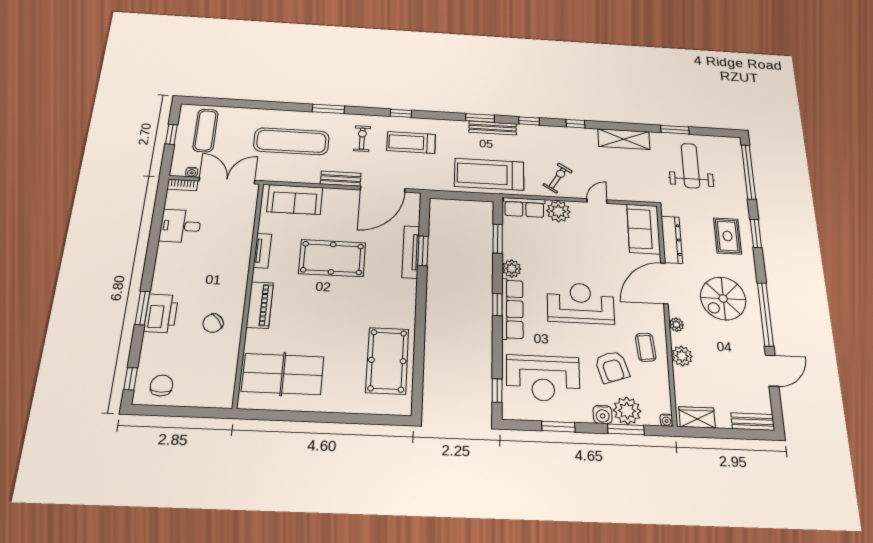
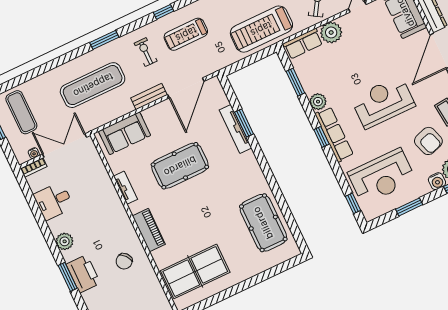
plant: (164, 271) -> (65, 241), added

